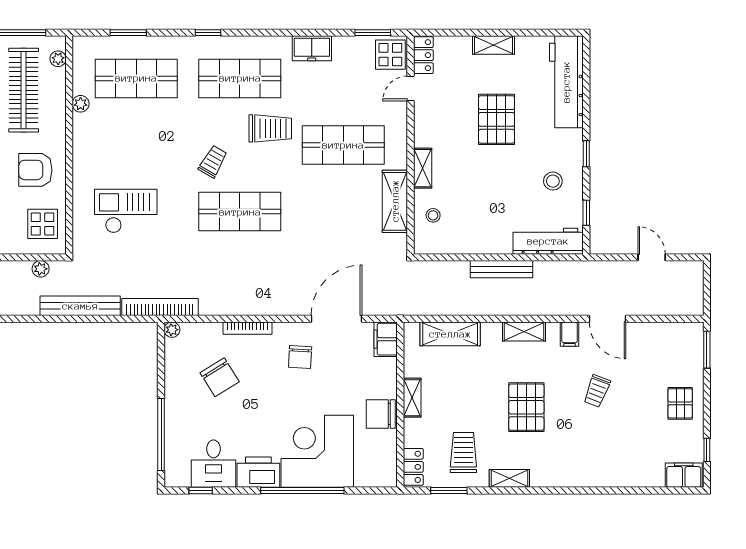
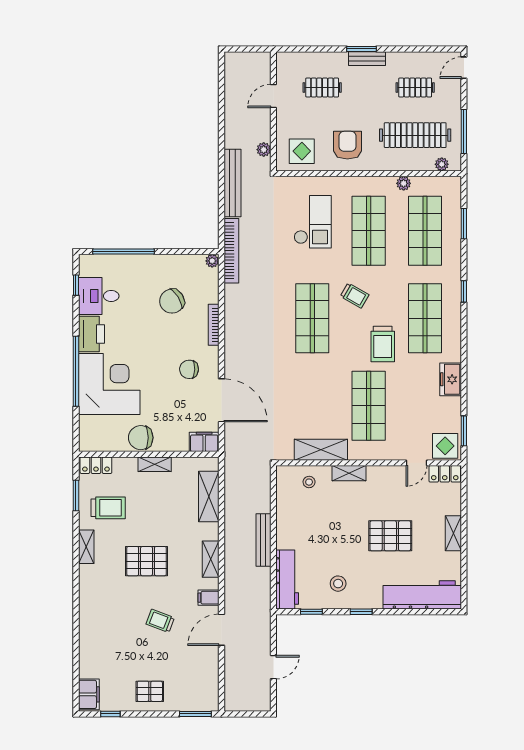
door: (410, 88) -> (417, 463), swing flipped
shop shelf: (136, 145) -> (369, 231), added
chair: (381, 414) -> (141, 438), turned -90

